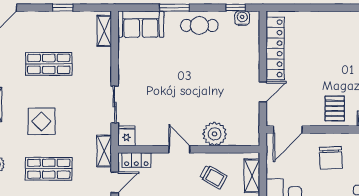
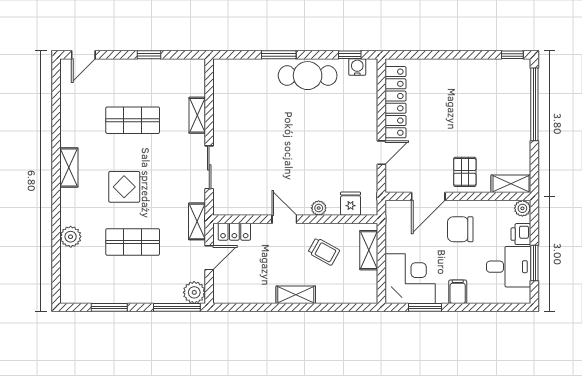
sofa: (141, 24) -> (240, 74), removed
cafe table: (199, 25) -> (308, 76), width x1.37, depth x1.35
shelving: (104, 31) -> (197, 115), moved
door: (288, 129) -> (428, 196), moved
plant: (215, 134) -> (319, 208), width x0.53, depth x0.53
fridge: (126, 136) -> (351, 204), moved
chair: (331, 158) -> (460, 229), turned 93

